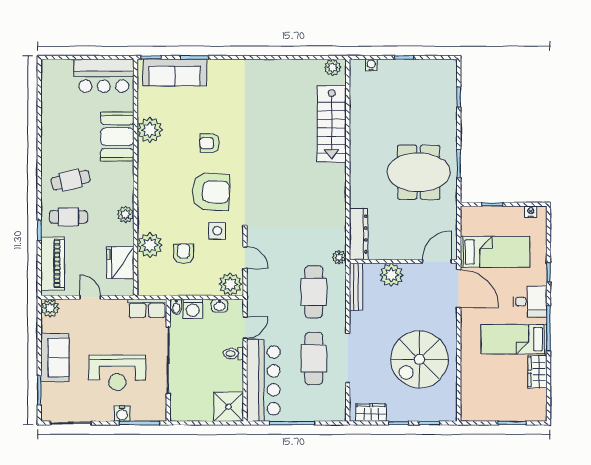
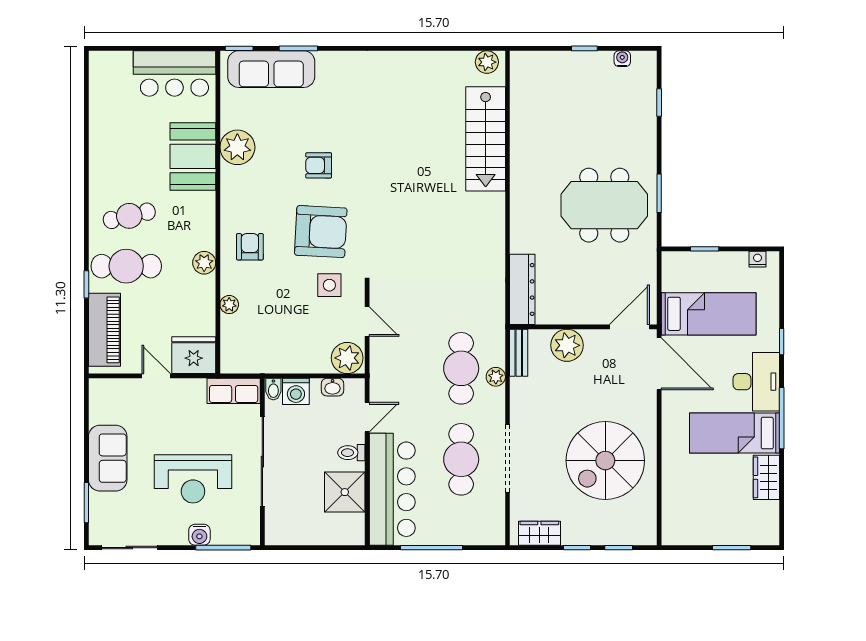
water cooler: (371, 65) -> (622, 59), moved
cafe table: (68, 217) -> (126, 266), width x1.37, depth x1.35
plant: (150, 245) -> (229, 305), width x0.53, depth x0.53
armchair: (183, 254) -> (250, 247), moved
plant: (339, 257) -> (496, 377), moved
fridge: (120, 263) -> (194, 355), moved, turned 90
bench: (356, 287) -> (519, 353), width x0.73
desk: (530, 302) -> (756, 382), width x1.37
plant: (50, 308) -> (101, 391), removed
shower: (229, 407) -> (345, 492), moved

